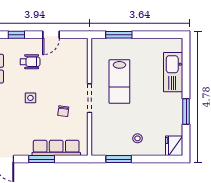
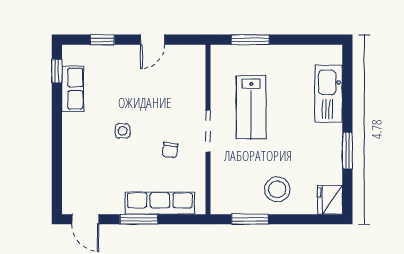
wheelchair: (30, 62) -> (122, 79), removed
stool: (138, 138) -> (277, 189), width x1.89, depth x1.89

